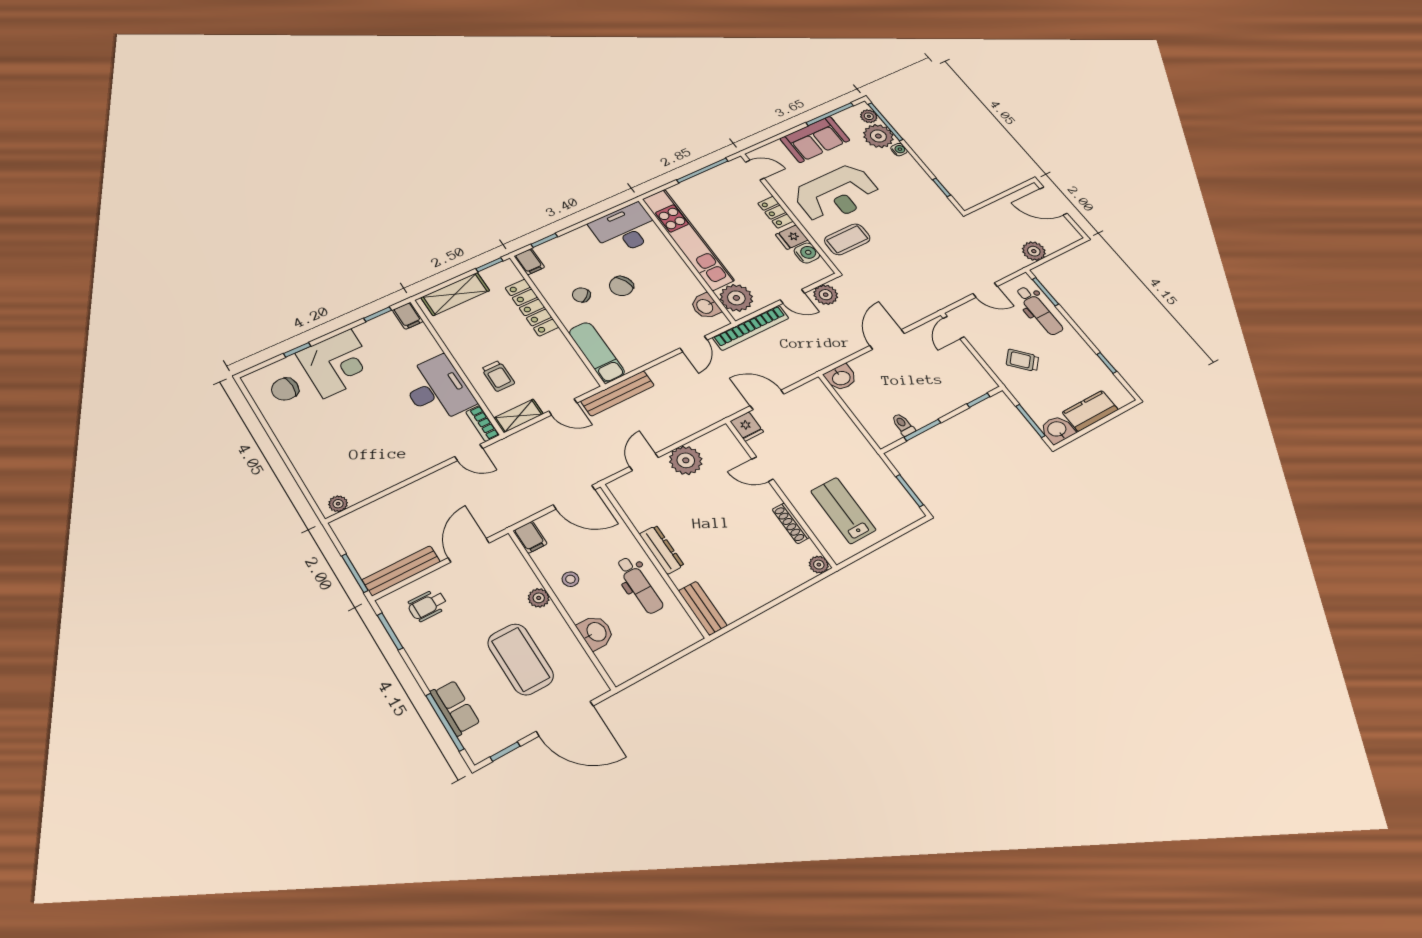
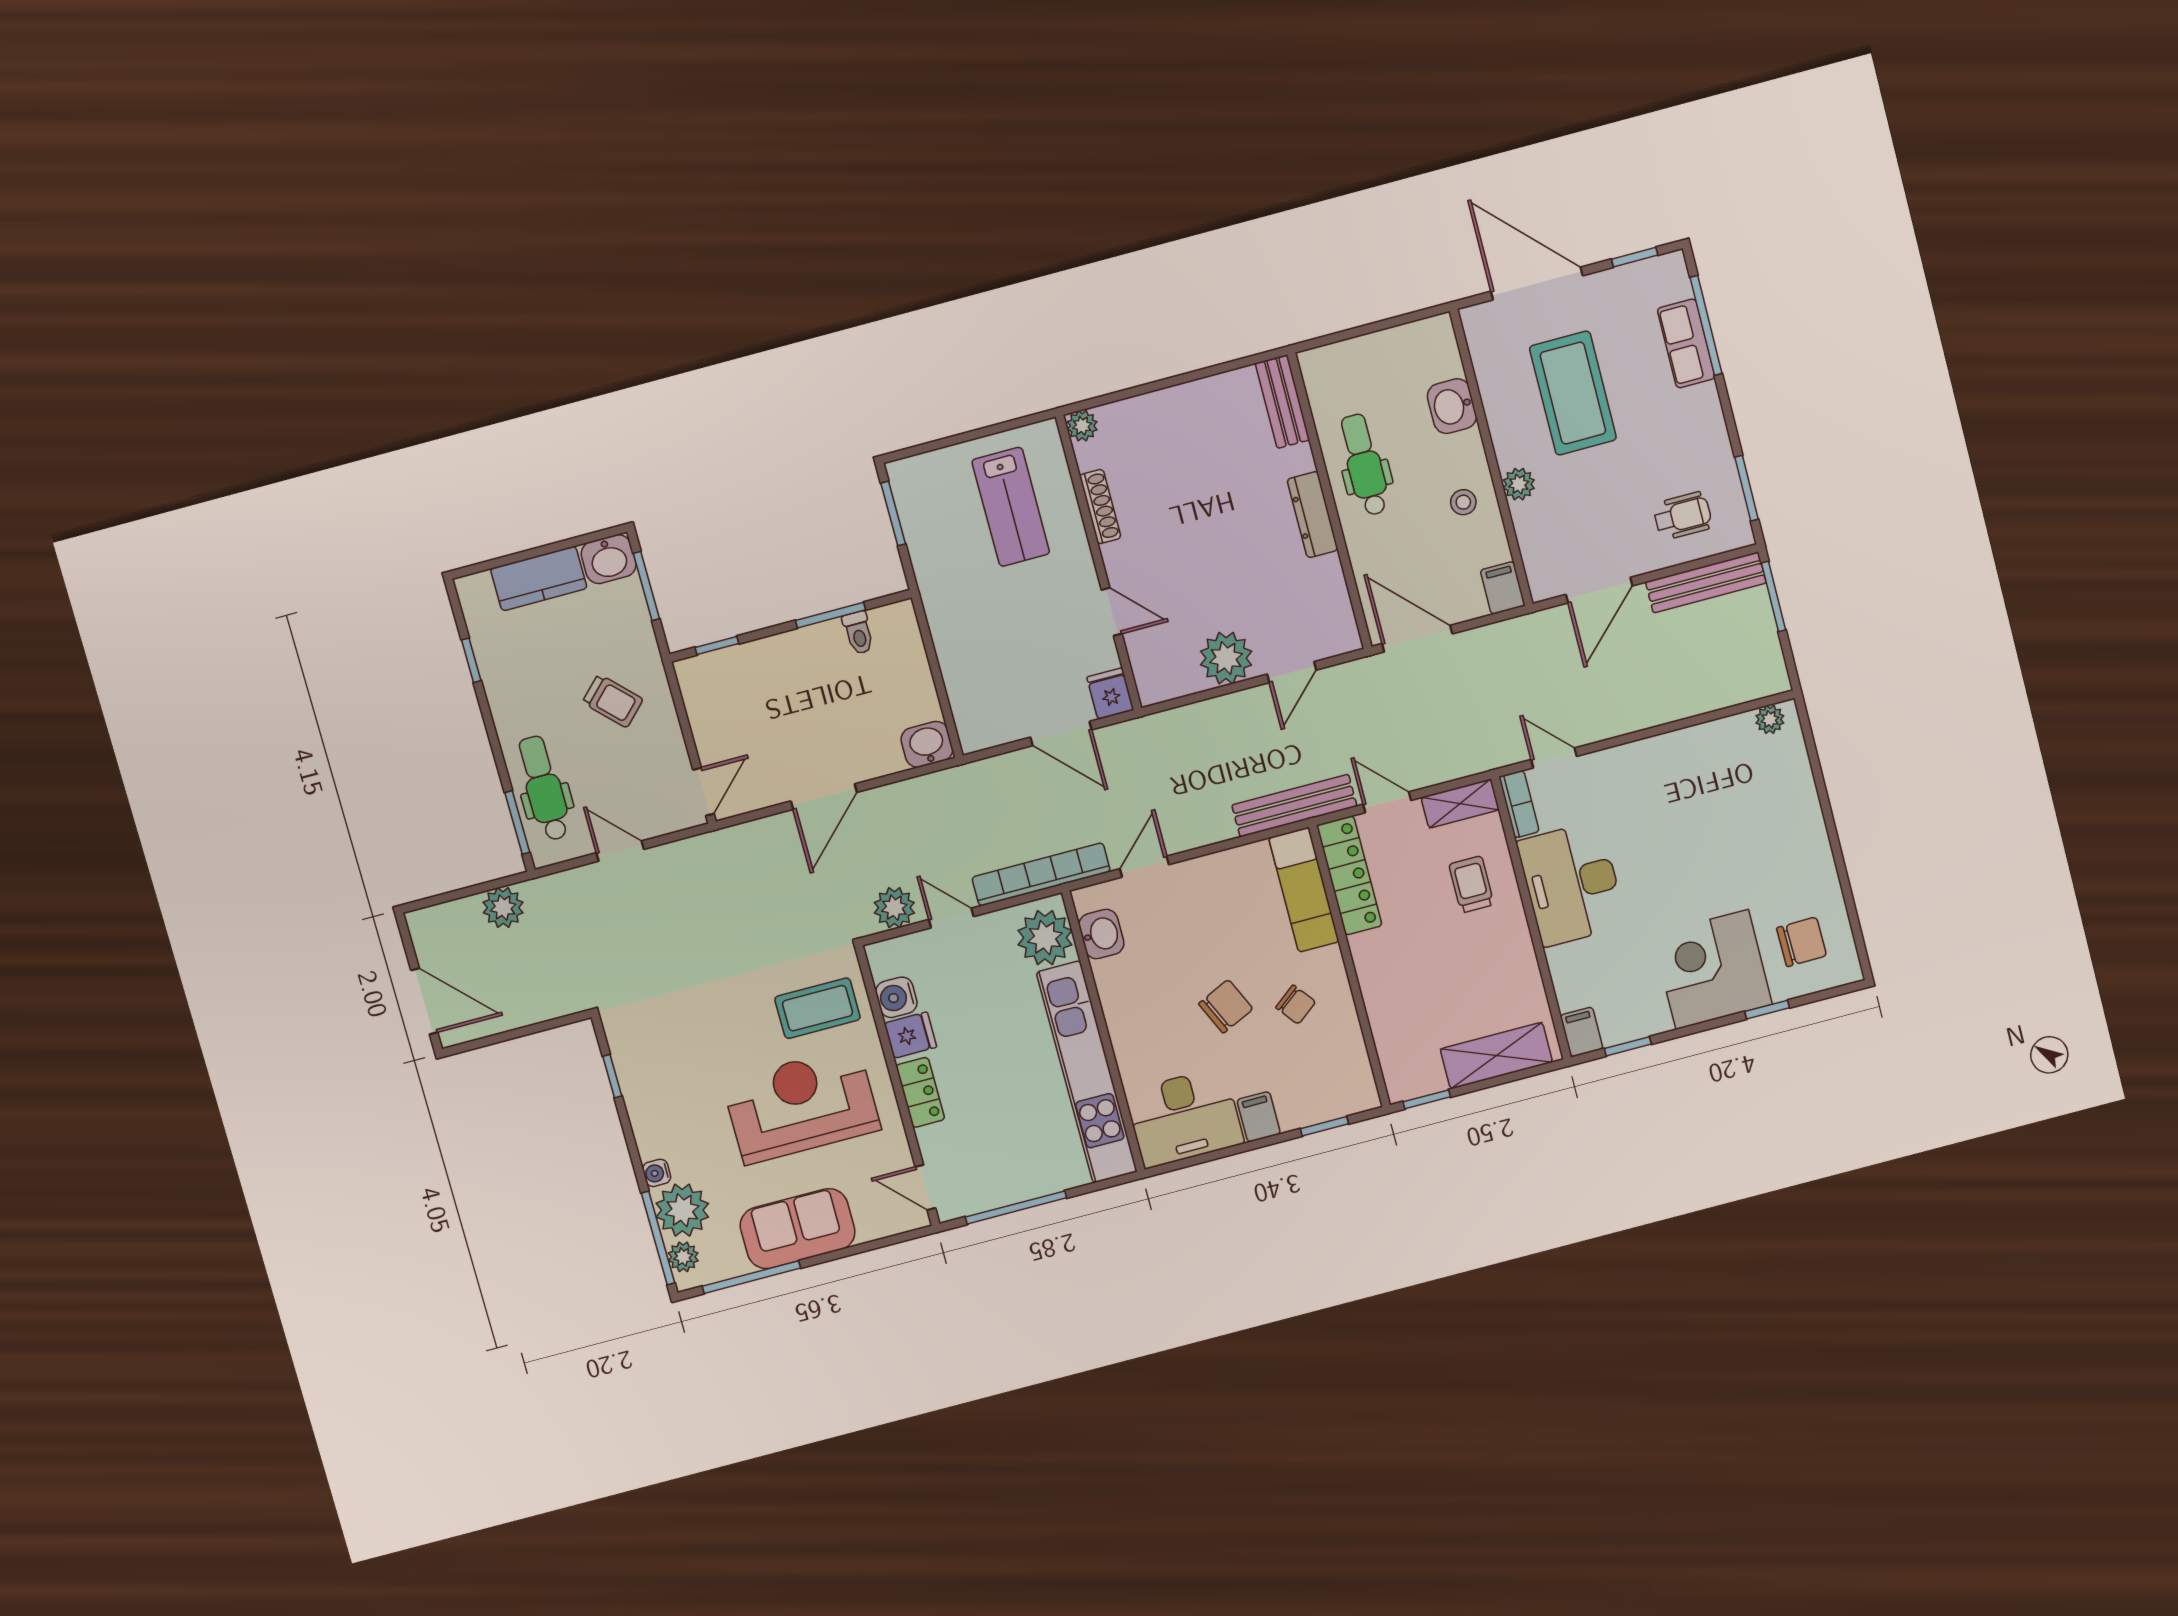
filing cabinet: (529, 262) -> (1259, 1117), moved
locker: (532, 307) -> (1349, 875), moved

